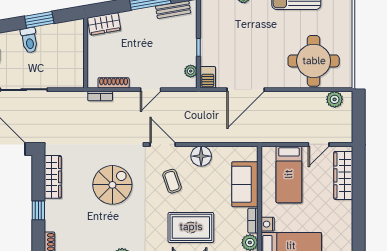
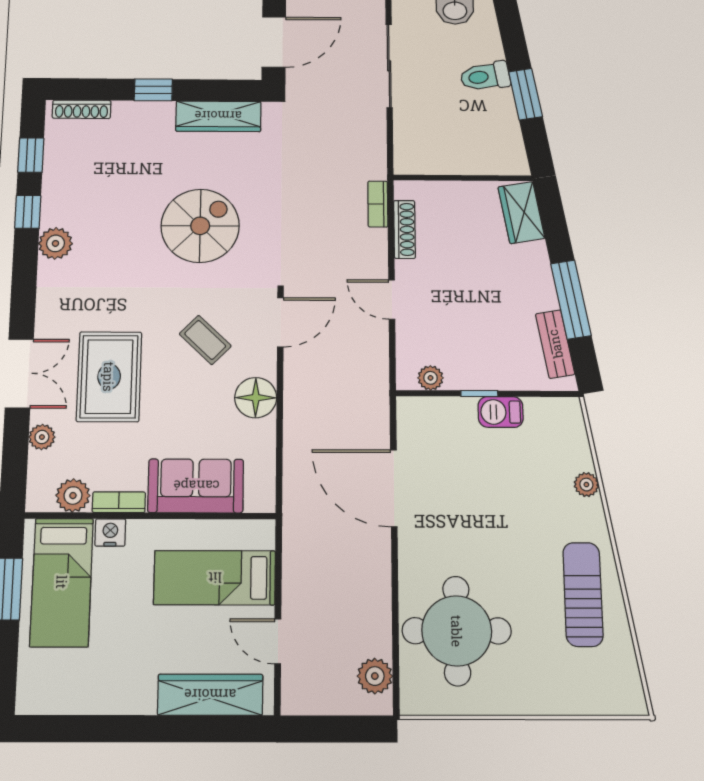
barbecue: (208, 77) -> (501, 412), moved
coffee table: (172, 181) -> (205, 340), turned 63
spiral stairs: (112, 185) -> (200, 226), turned -90

